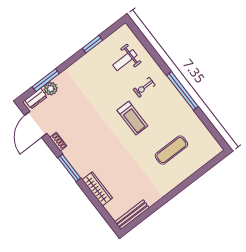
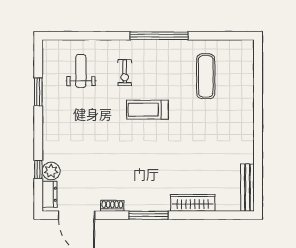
weight bench: (125, 60) -> (81, 71), turned 180
window: (46, 80) -> (38, 169), width x0.46
treadmill: (132, 118) -> (147, 110), turned 180
exercise mat: (171, 150) -> (206, 76), moved

